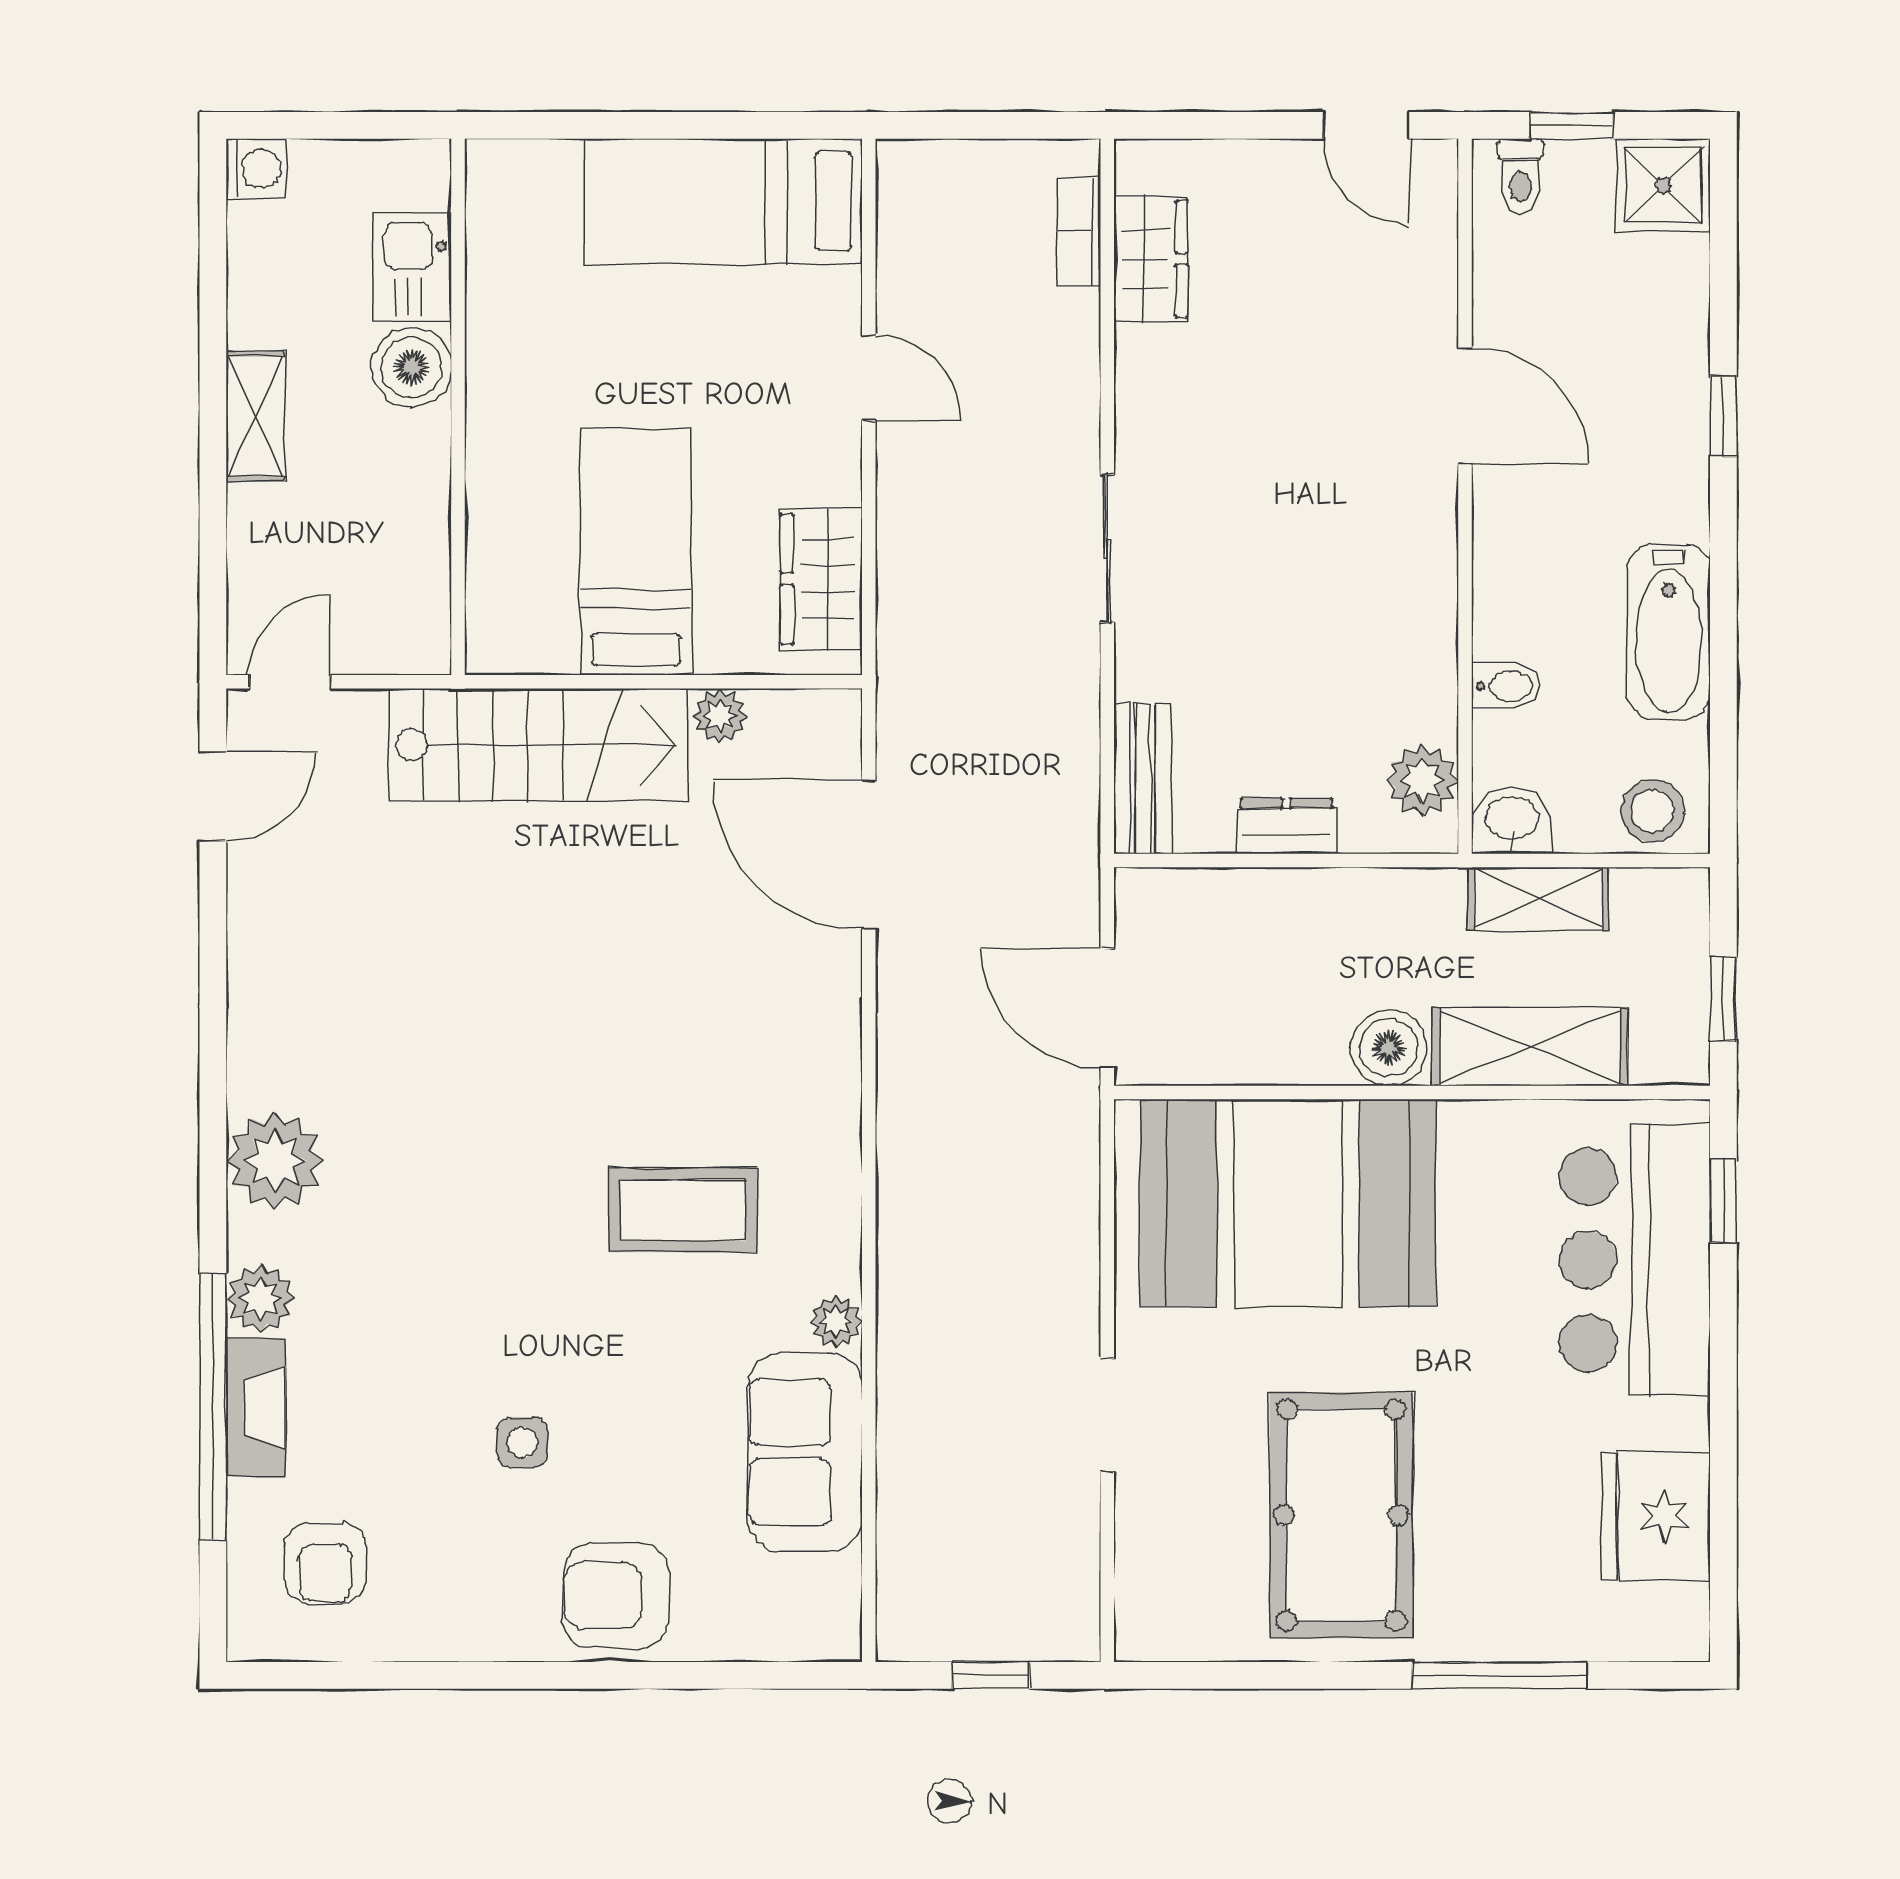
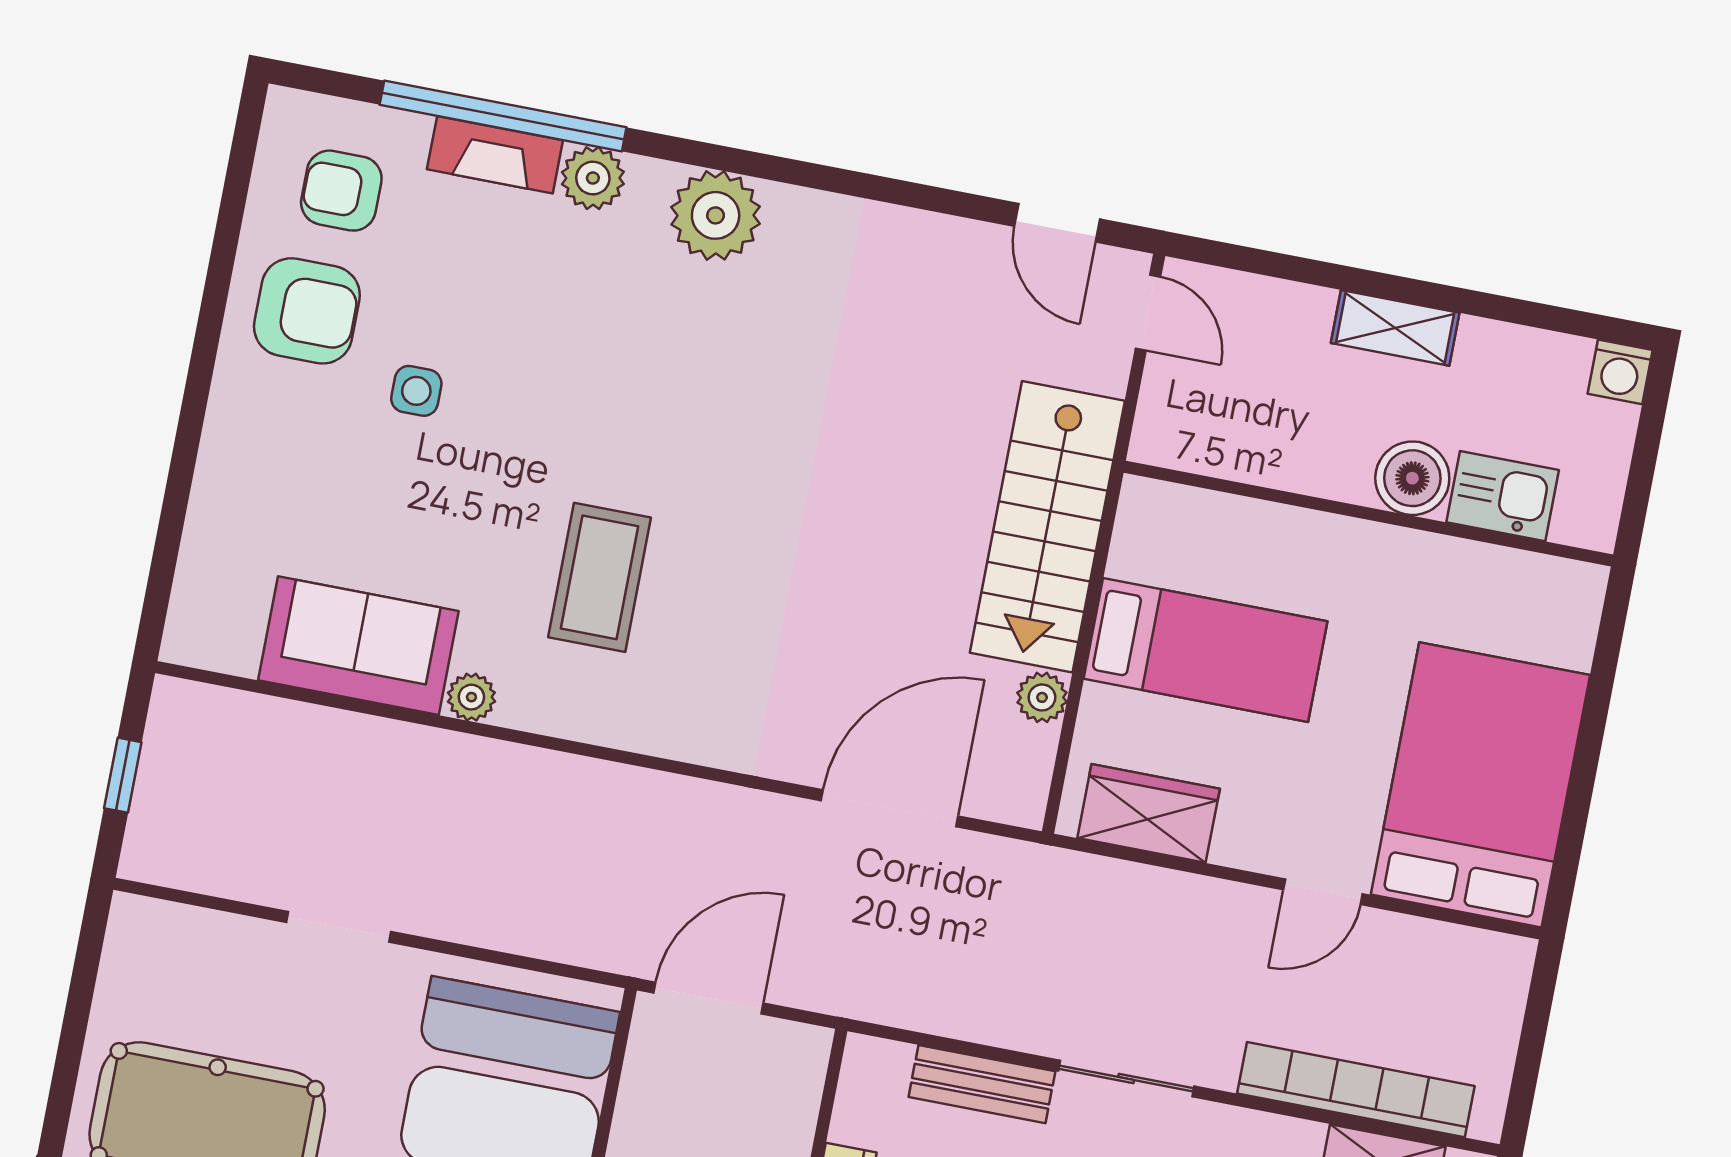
bed: (723, 201) -> (1480, 785), width x1.50
bookcase: (1079, 231) -> (1356, 1090), width x2.31, depth x1.31
bench: (1143, 779) -> (982, 1084), moved
armchair: (616, 1595) -> (307, 311), moved, turned 90

